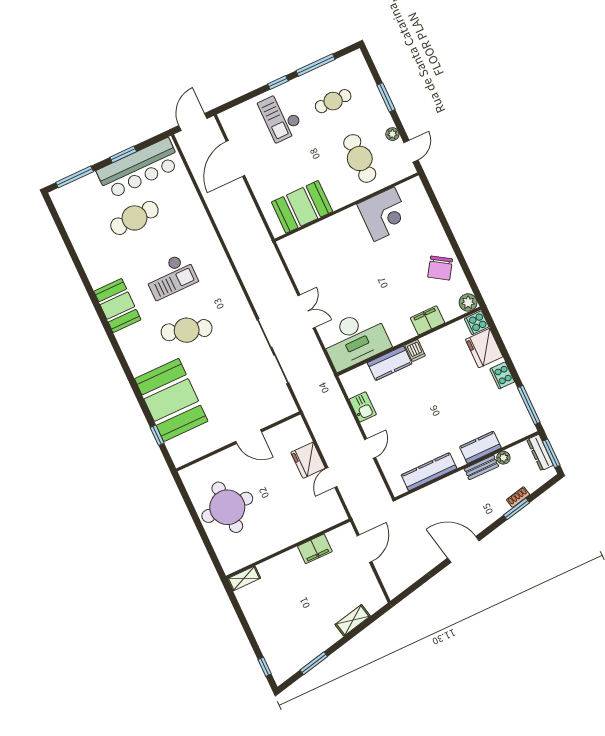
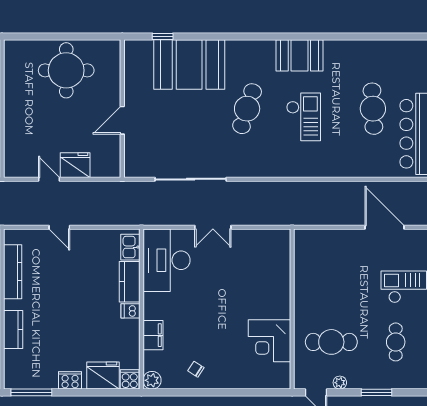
booth: (302, 207) -> (311, 268), removed
chair: (440, 268) -> (196, 369), width x0.54, depth x0.54
checkout: (171, 276) -> (304, 117), turned 180
kitchen sink: (363, 407) -> (130, 247), moved, turned 90

